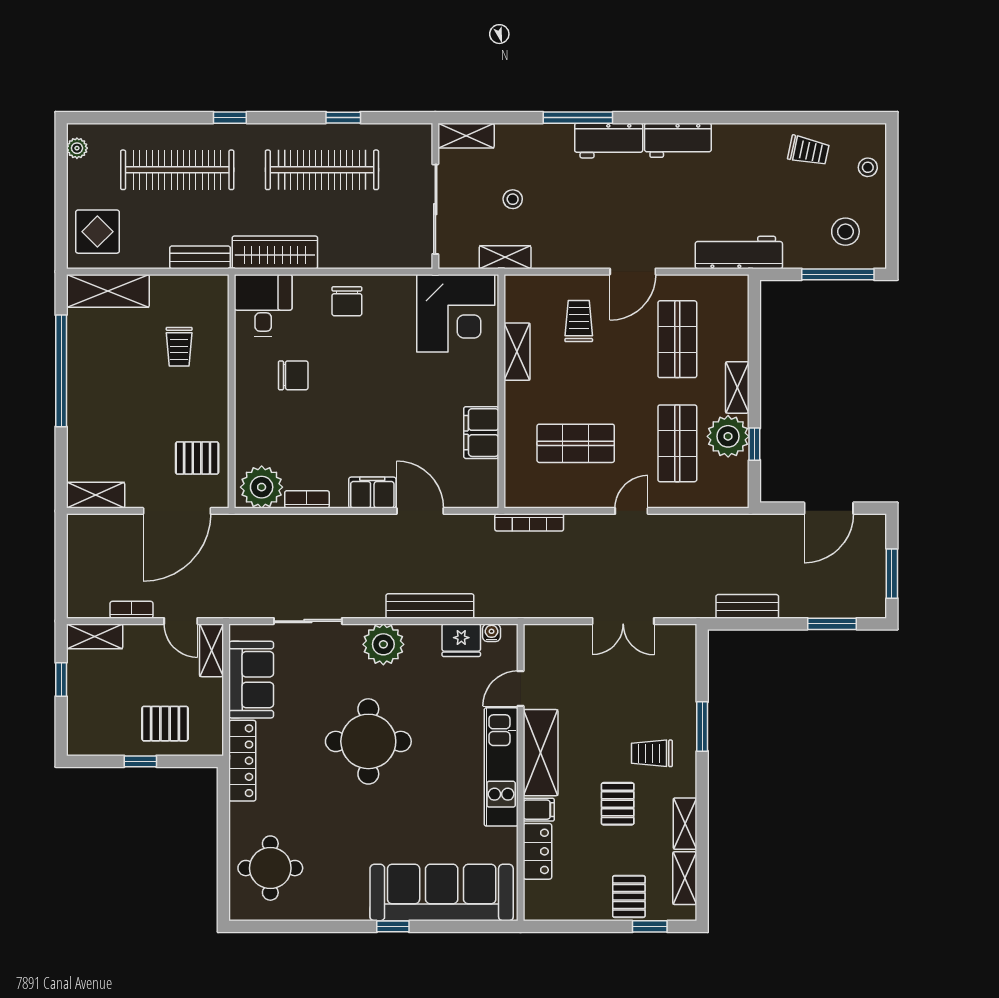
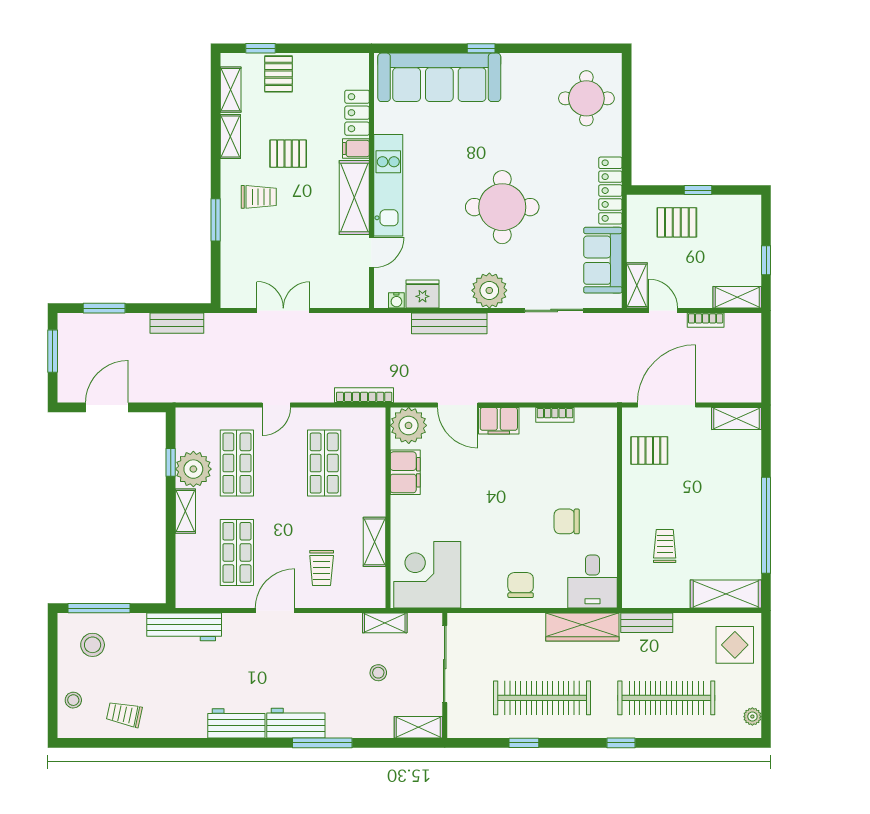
shop shelf: (576, 443) -> (324, 463), turned 90
plant: (262, 487) -> (409, 425), moved
pallet: (618, 804) -> (288, 154), turned 90

